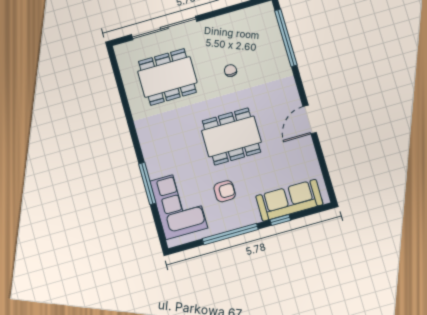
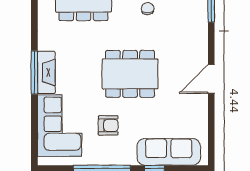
fireplace: (152, 157) -> (46, 72), added
window: (147, 184) -> (34, 73), moved

